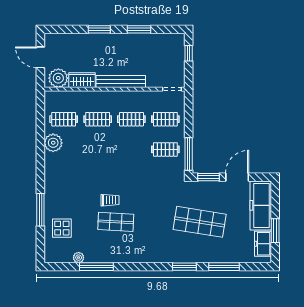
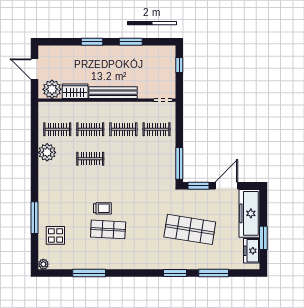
clothes rail: (165, 149) -> (90, 159), moved
plant: (79, 258) -> (43, 264), moved

